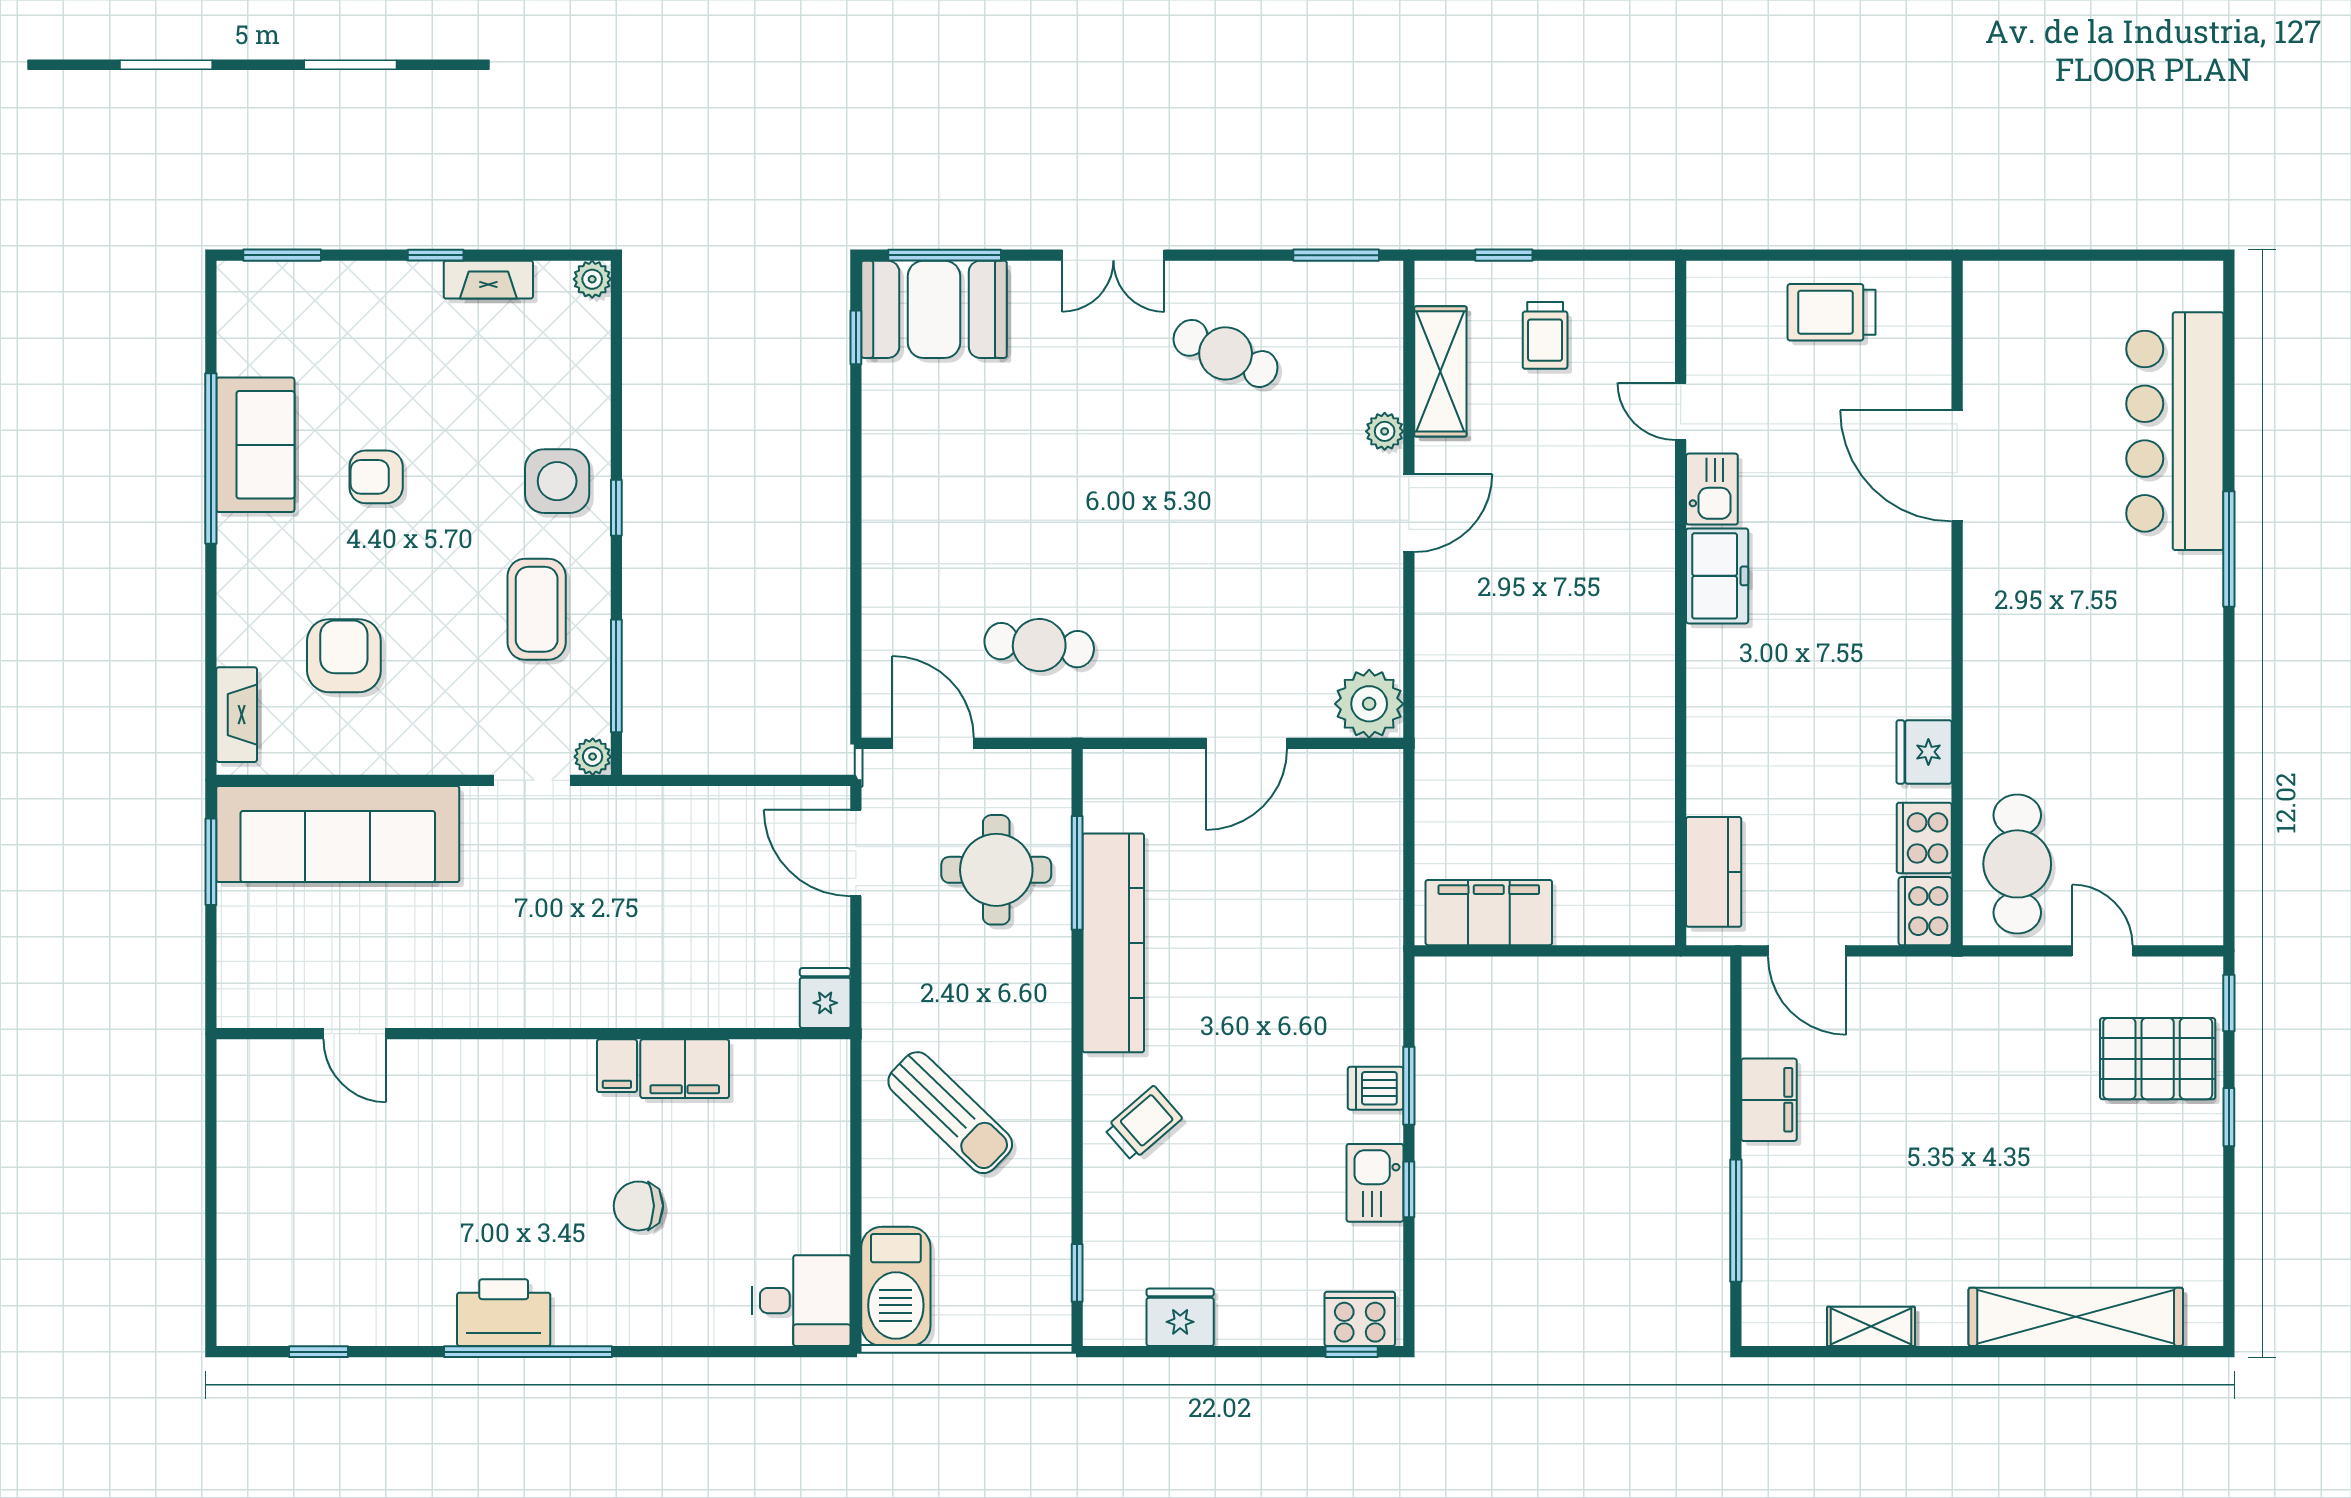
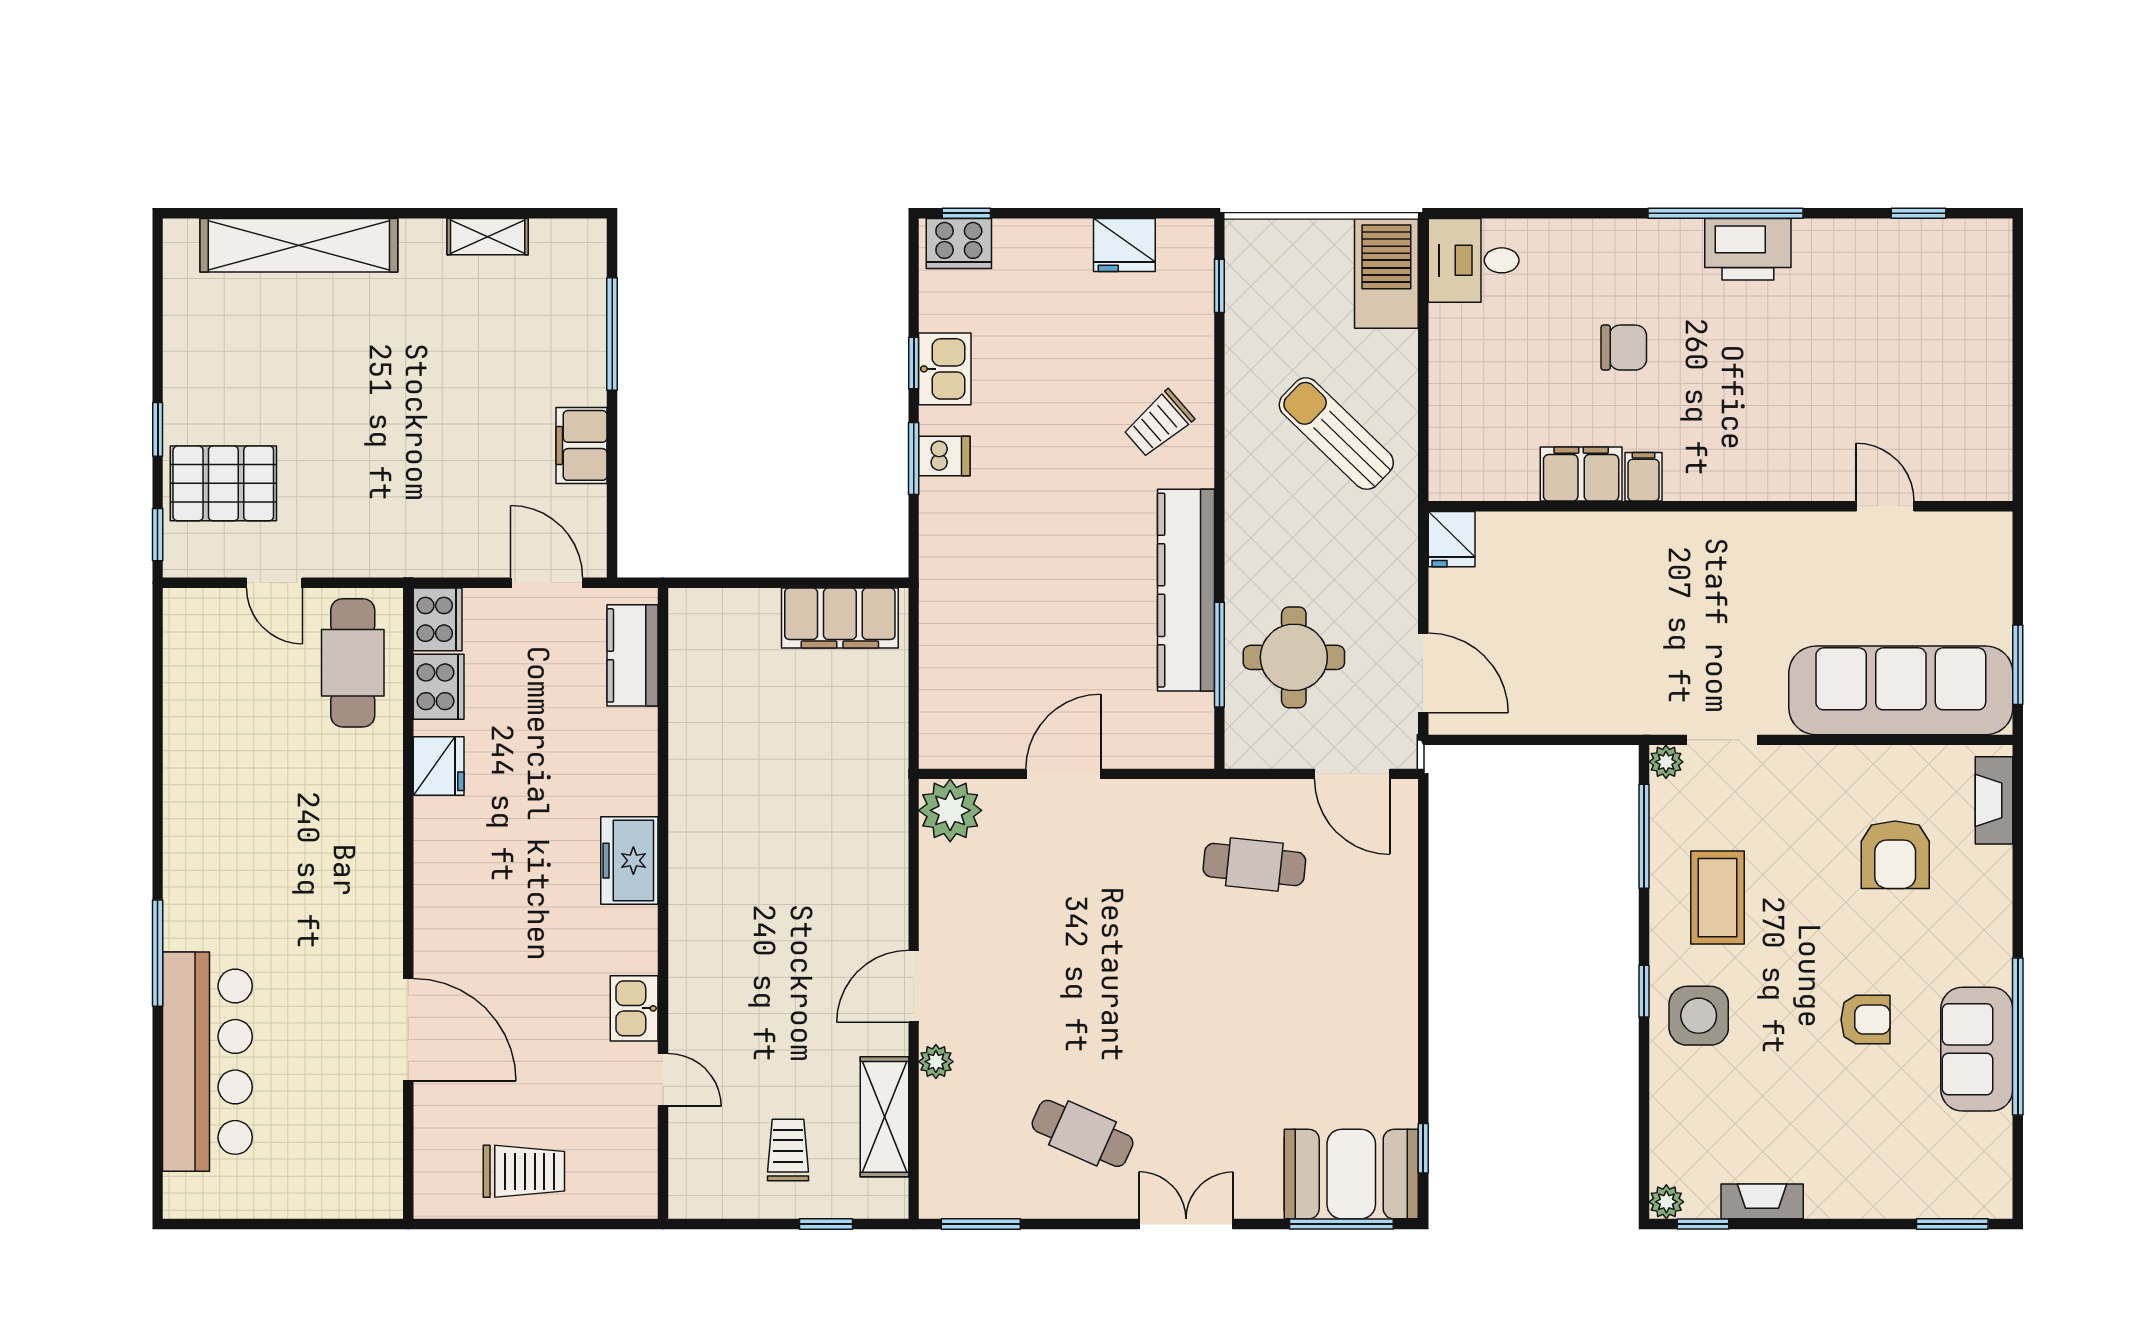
window: (436, 255) -> (1703, 1224), moved
freezer: (1717, 576) -> (629, 861), moved

